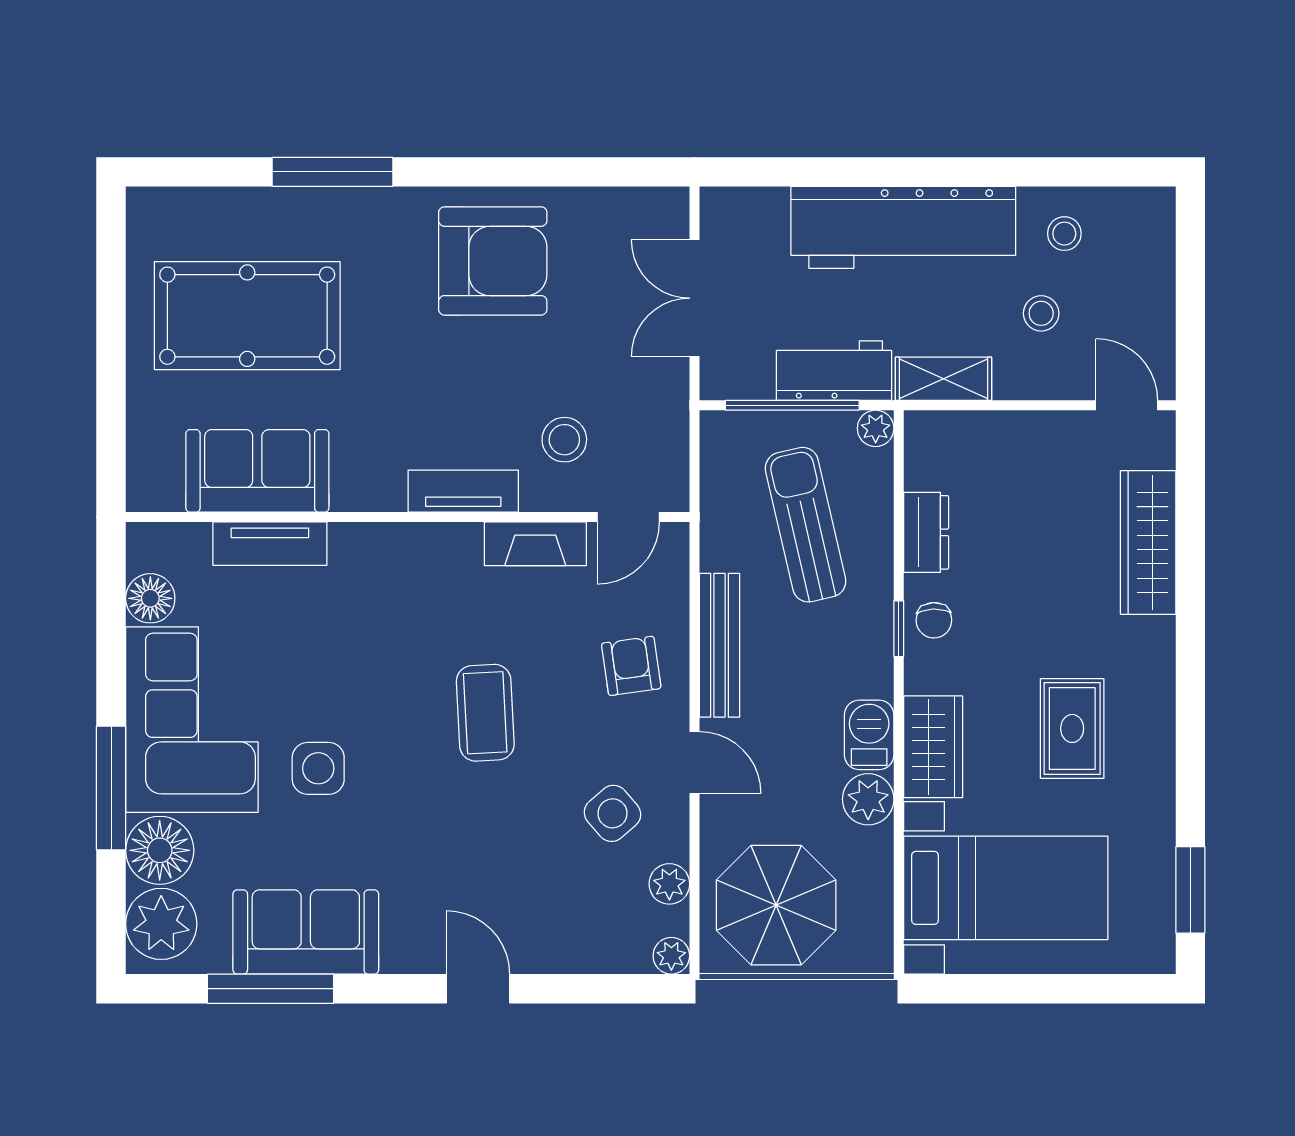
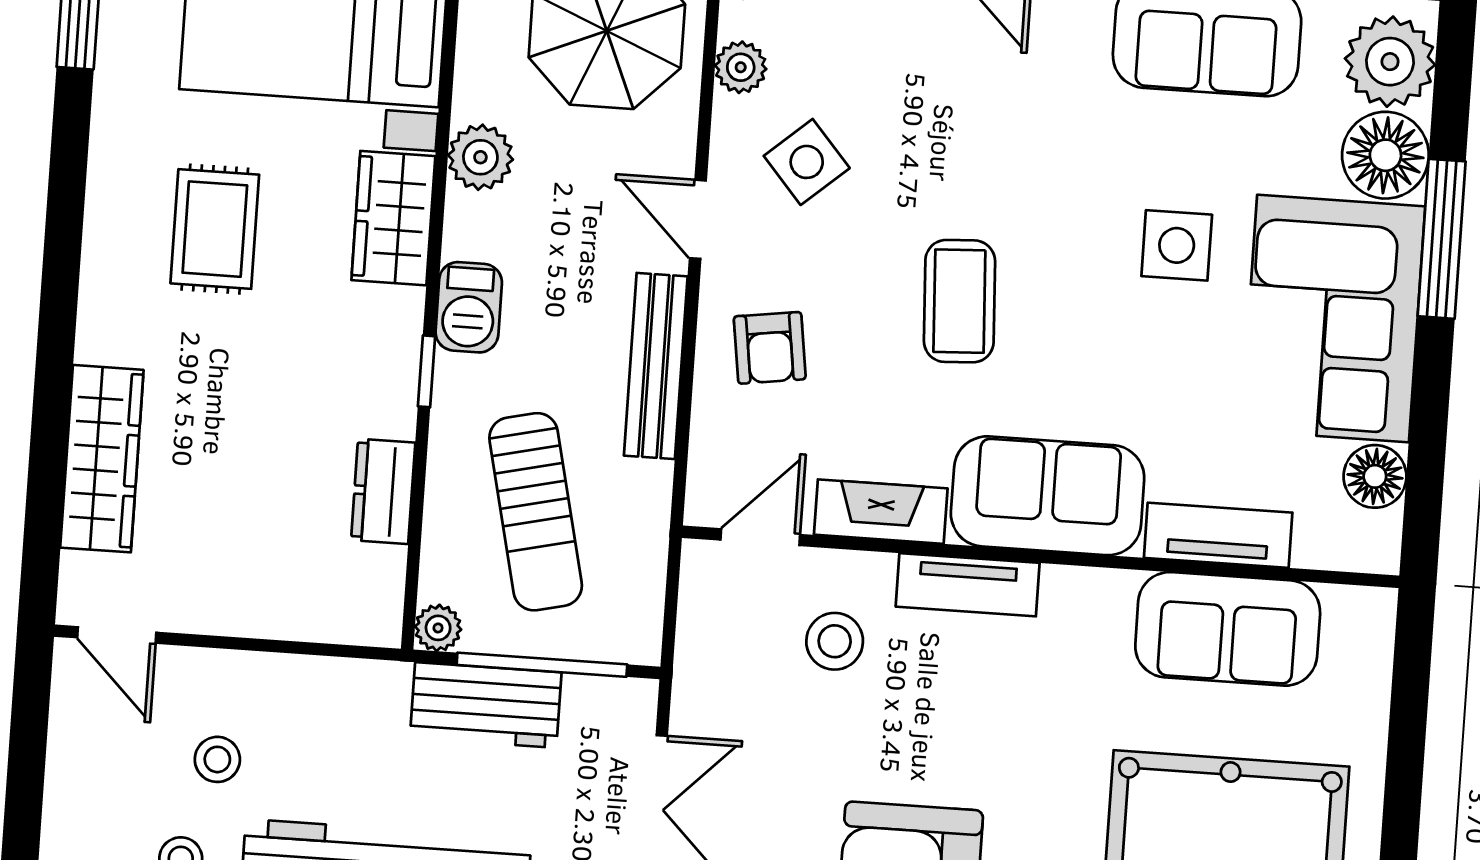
shelving: (944, 379) -> (347, 685), removed
sofa: (406, 565) -> (1048, 496), added
chair: (934, 620) -> (381, 379), removed
barbecue: (869, 735) -> (469, 307), moved

